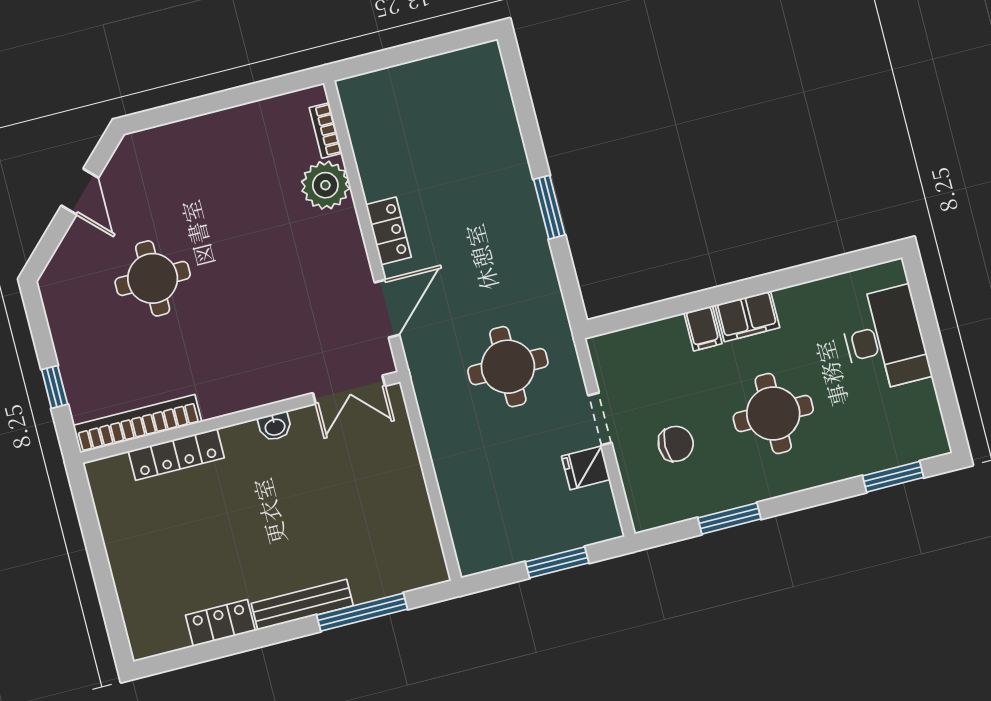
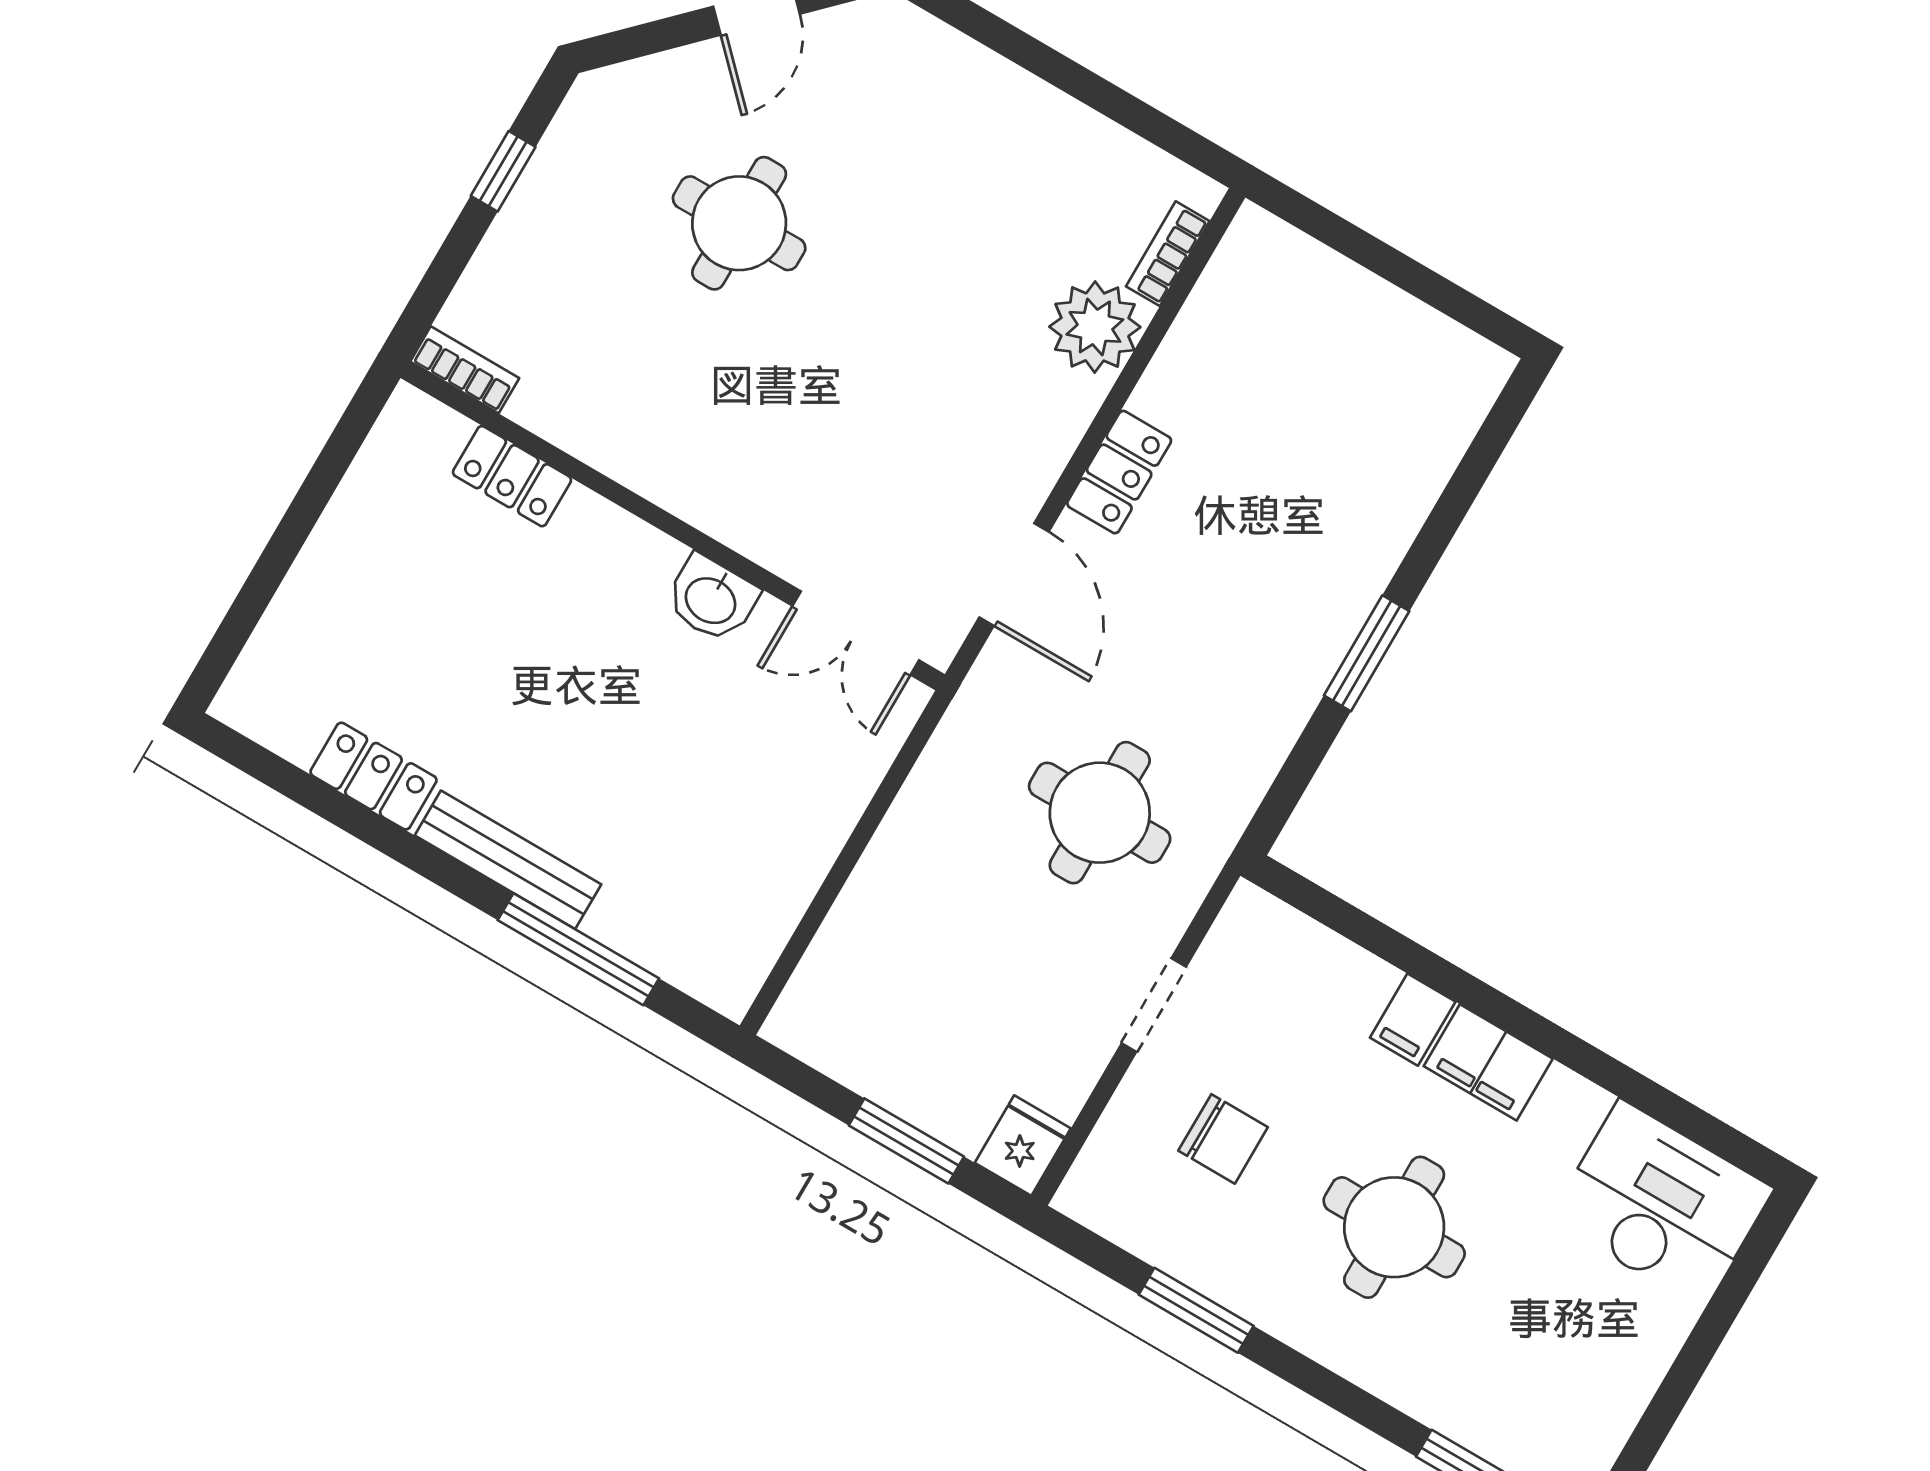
door: (387, 309) -> (1014, 574), hinge flipped
desk: (884, 339) -> (1661, 1204), moved, turned -90
window: (55, 387) -> (503, 171), moved
bookcase: (137, 424) -> (465, 370), width x0.43, depth x0.76
washbasin: (275, 426) -> (712, 599), width x1.38, depth x1.45
locker: (176, 454) -> (512, 476), width x0.66
fridge: (586, 468) -> (1023, 1146), moved, turned 90

